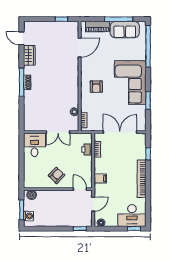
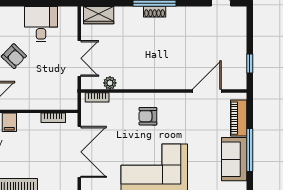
door: (80, 48) -> (207, 91), swing flipped
wardrobe: (29, 55) -> (99, 15), moved
double door: (58, 132) -> (79, 58), swing flipped
desk: (35, 145) -> (41, 24), moved, turned -90
printer: (87, 150) -> (53, 102), removed

